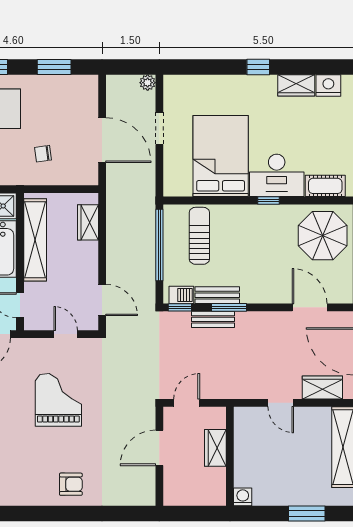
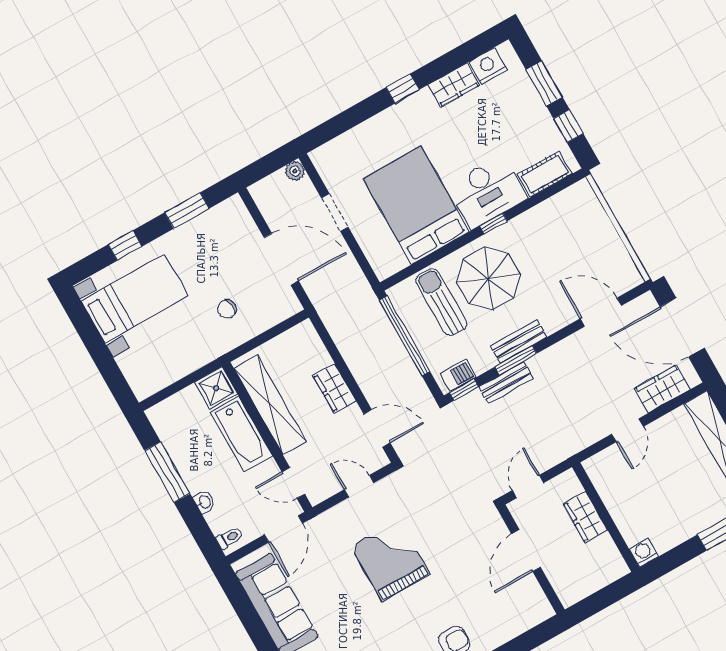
wardrobe: (88, 222) -> (335, 388), moved
parasol: (323, 236) -> (488, 278), moved
bench: (217, 295) -> (518, 342), moved
door: (281, 403) -> (628, 430), hinge flipped

